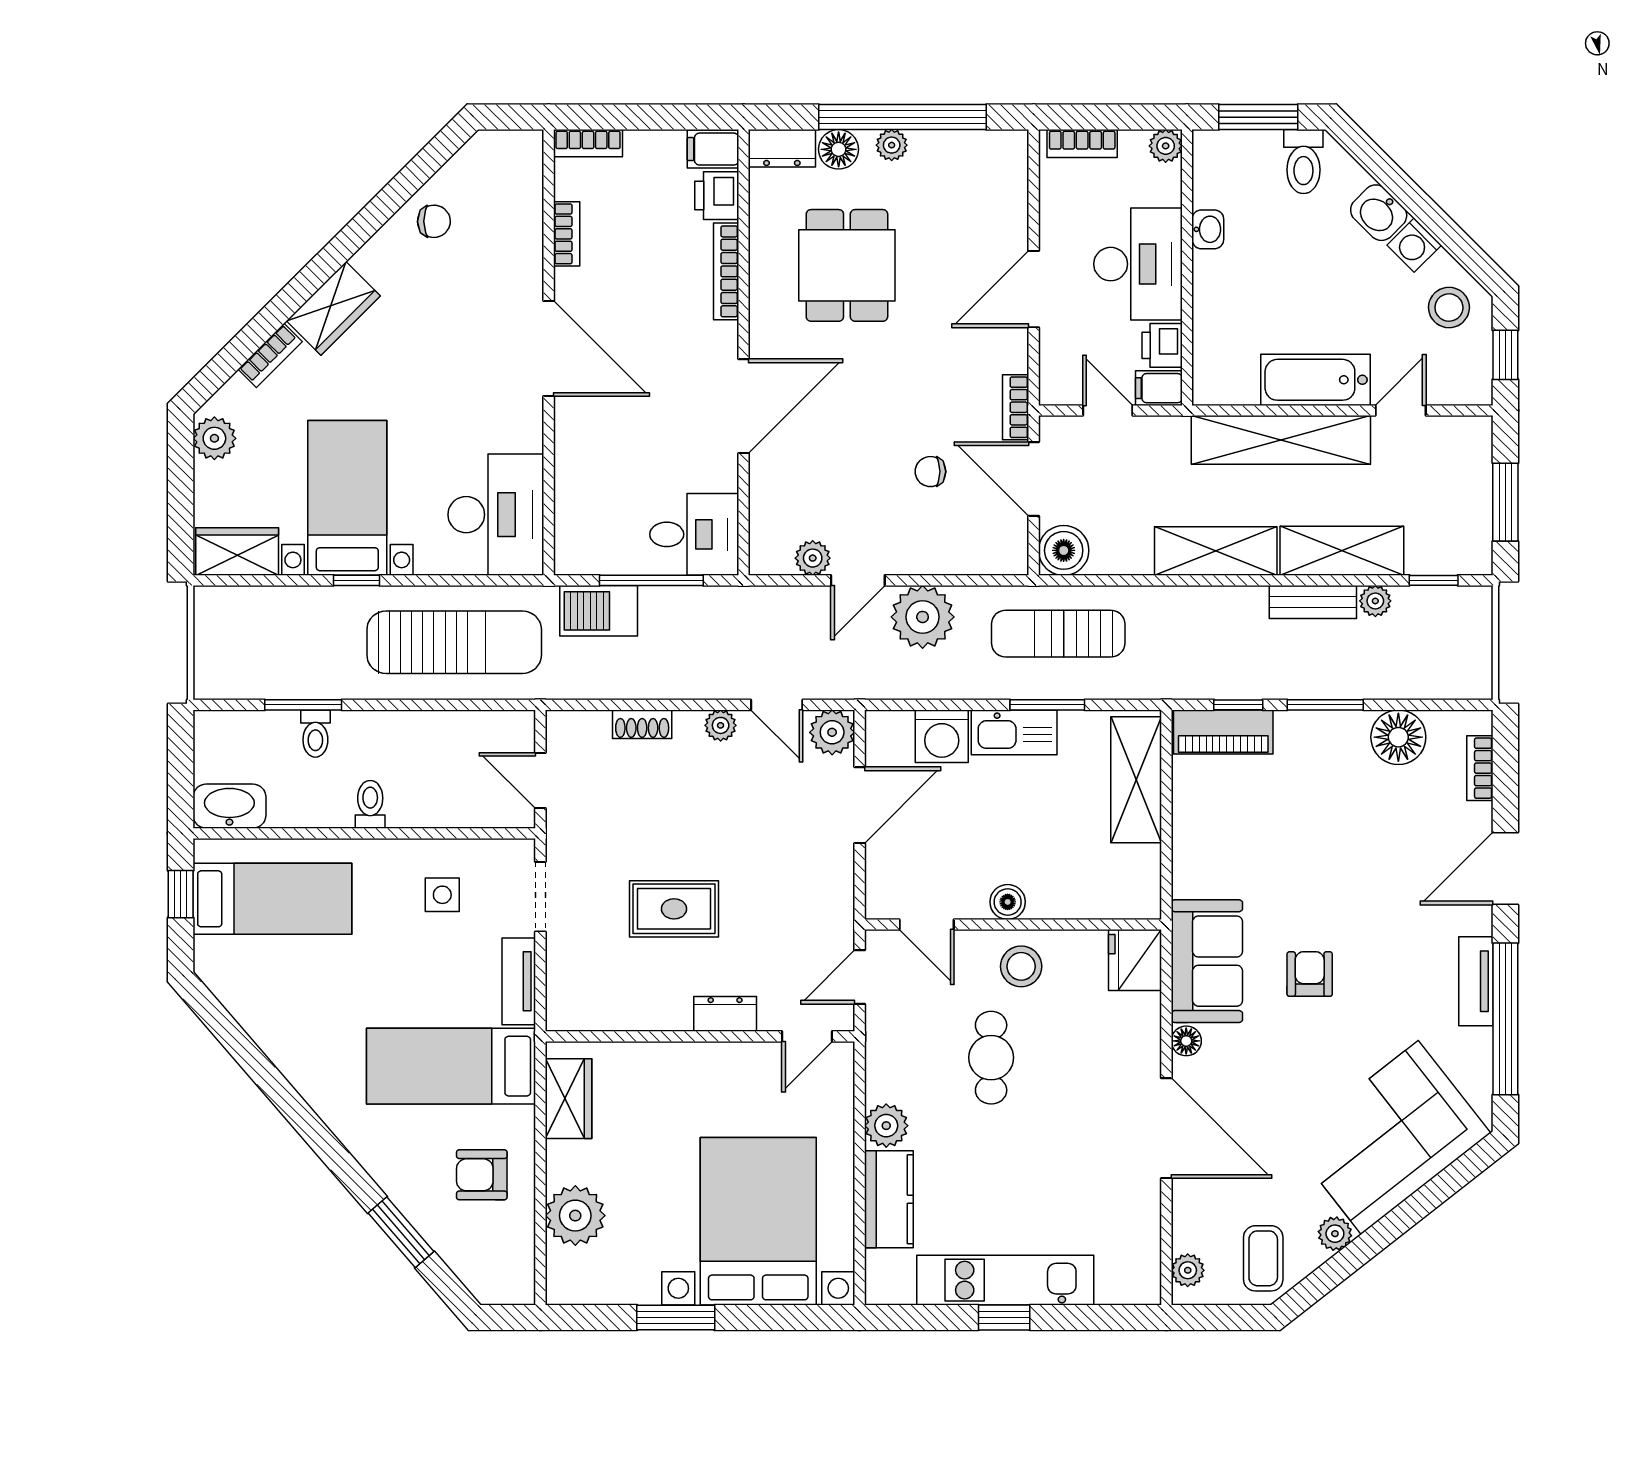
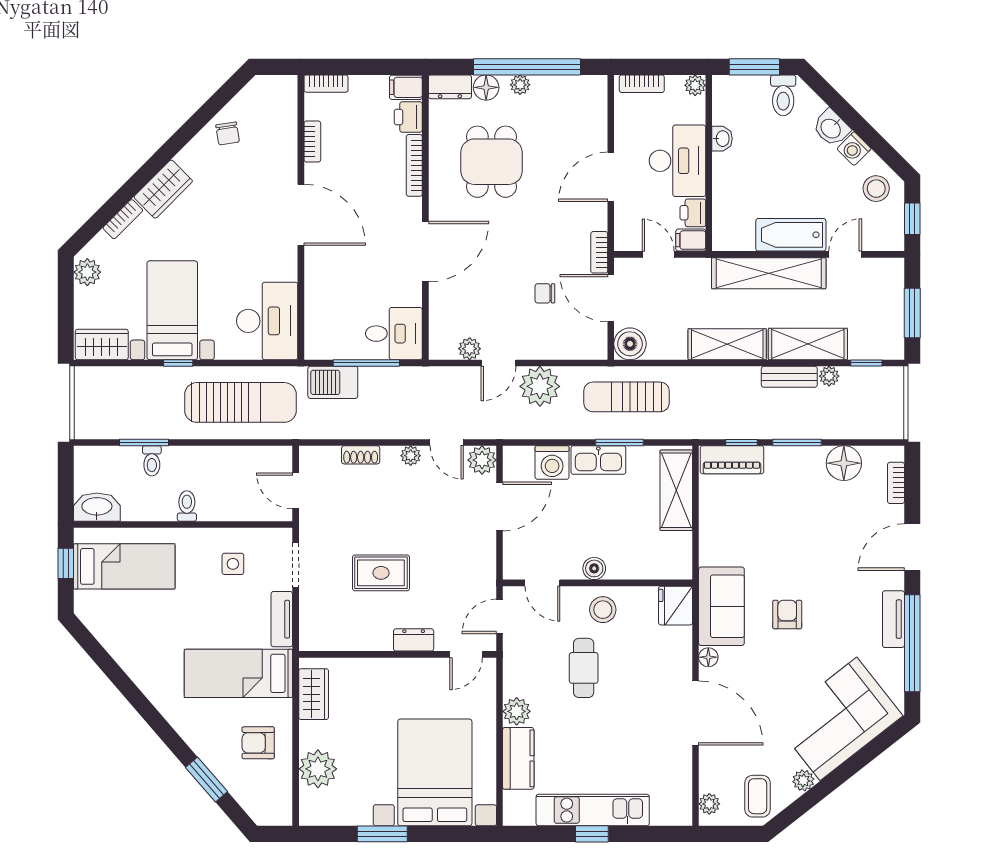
chair: (434, 221) -> (228, 133), turned 82

